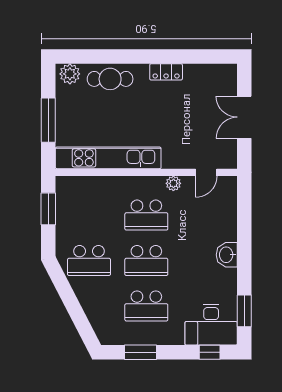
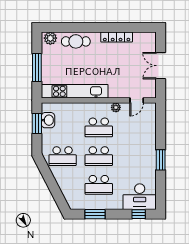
locker: (166, 72) -> (117, 37), width x1.53
washbasin: (227, 255) -> (48, 120), moved, turned 180
window: (244, 311) -> (161, 160), moved

